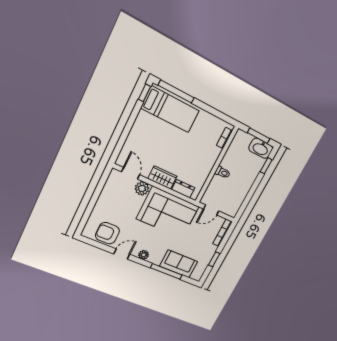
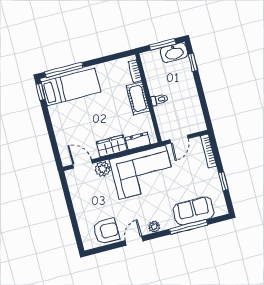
cot: (209, 159) -> (138, 98), added
armchair: (107, 233) -> (106, 231), turned 180

